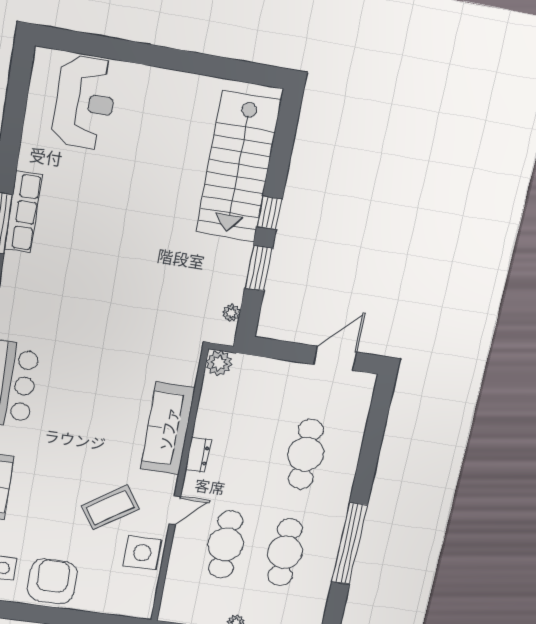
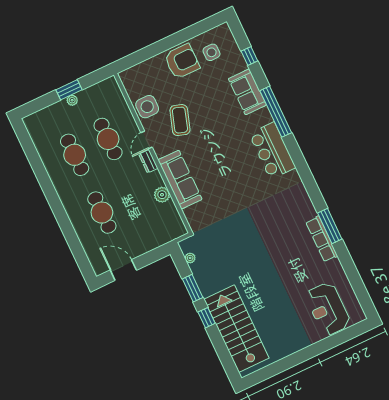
door: (335, 358) -> (123, 270), swing flipped
plant: (219, 363) -> (162, 195), moved
dresser: (198, 455) -> (148, 161), moved
coffee table: (110, 507) -> (180, 120), turned -38
window: (349, 544) -> (45, 181), removed
armchair: (52, 581) -> (182, 61), turned -90

